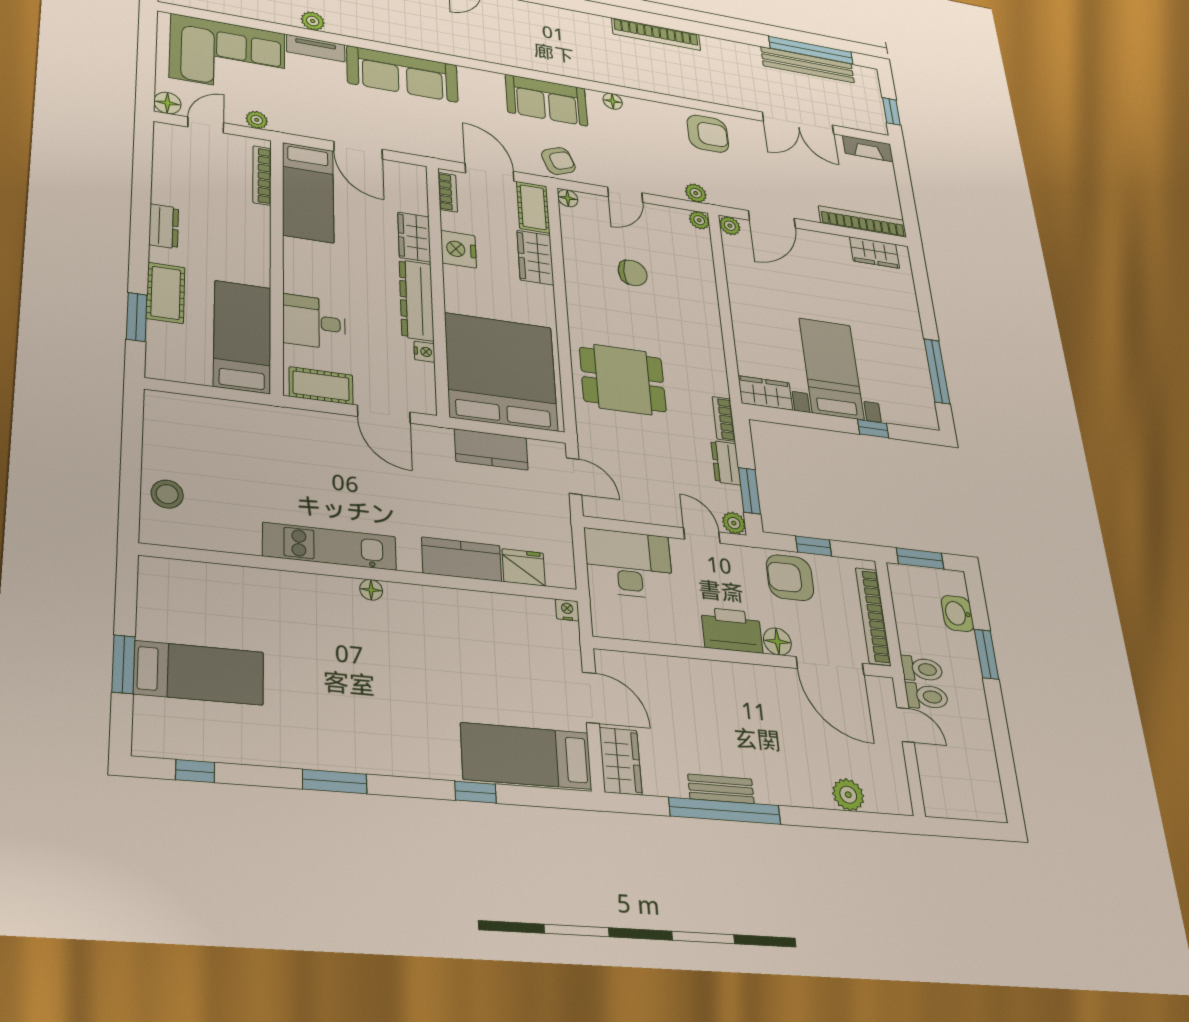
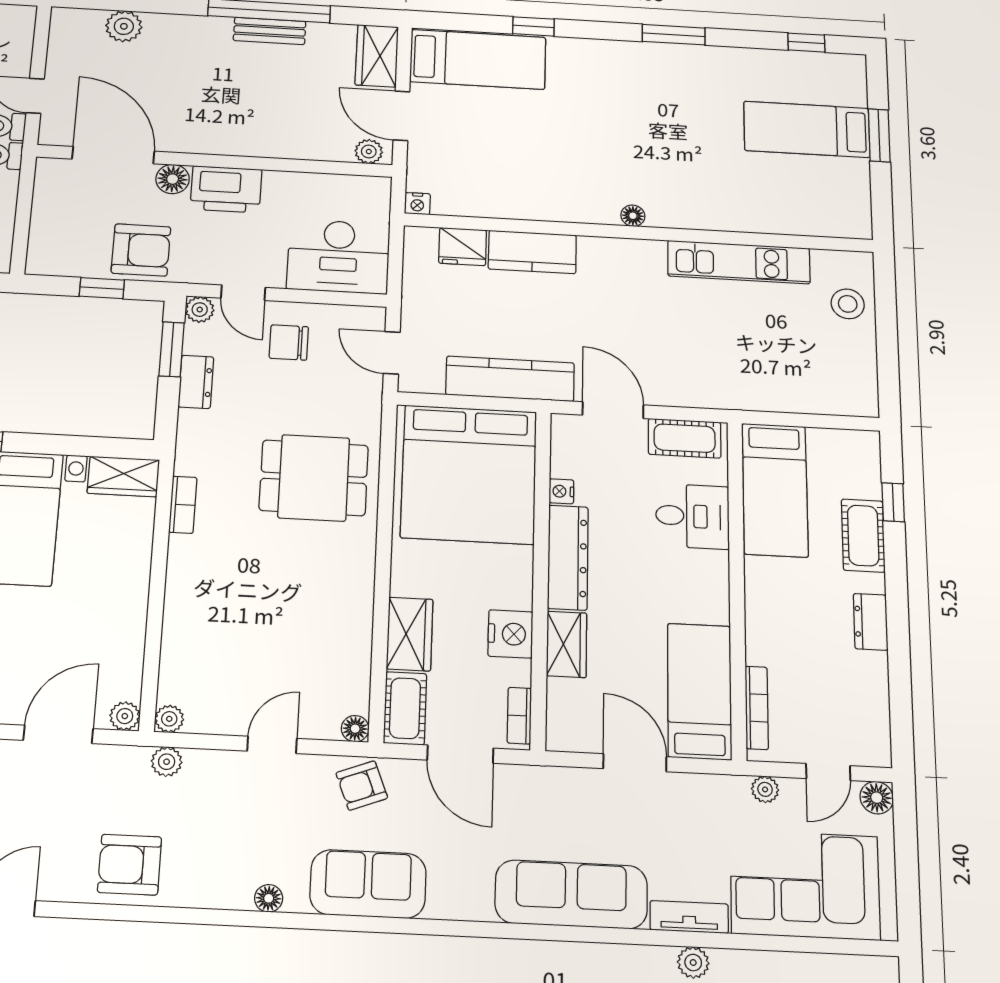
chair: (633, 273) -> (289, 342), moved
window: (137, 317) -> (893, 502), width x0.67
bookcase: (724, 419) -> (183, 505), moved
kitchen counter: (491, 449) -> (510, 379), width x1.50
kitchen unit: (330, 546) -> (739, 262), moved
bookcase: (873, 616) -> (44, 211), removed
plant: (616, 662) -> (369, 152), added

